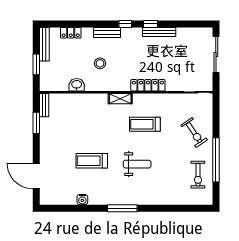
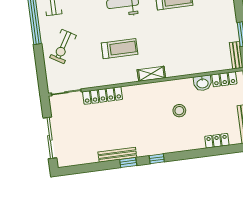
bench: (107, 32) -> (176, 146), removed
locker: (148, 85) -> (103, 96), moved
locker: (57, 86) -> (224, 79), added
exercise bike: (194, 133) -> (63, 47), turned -115

